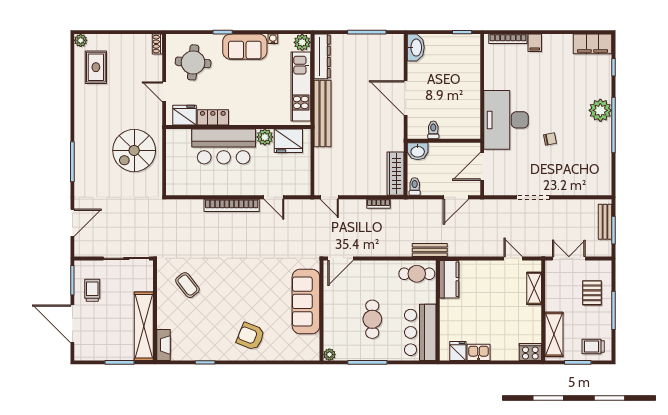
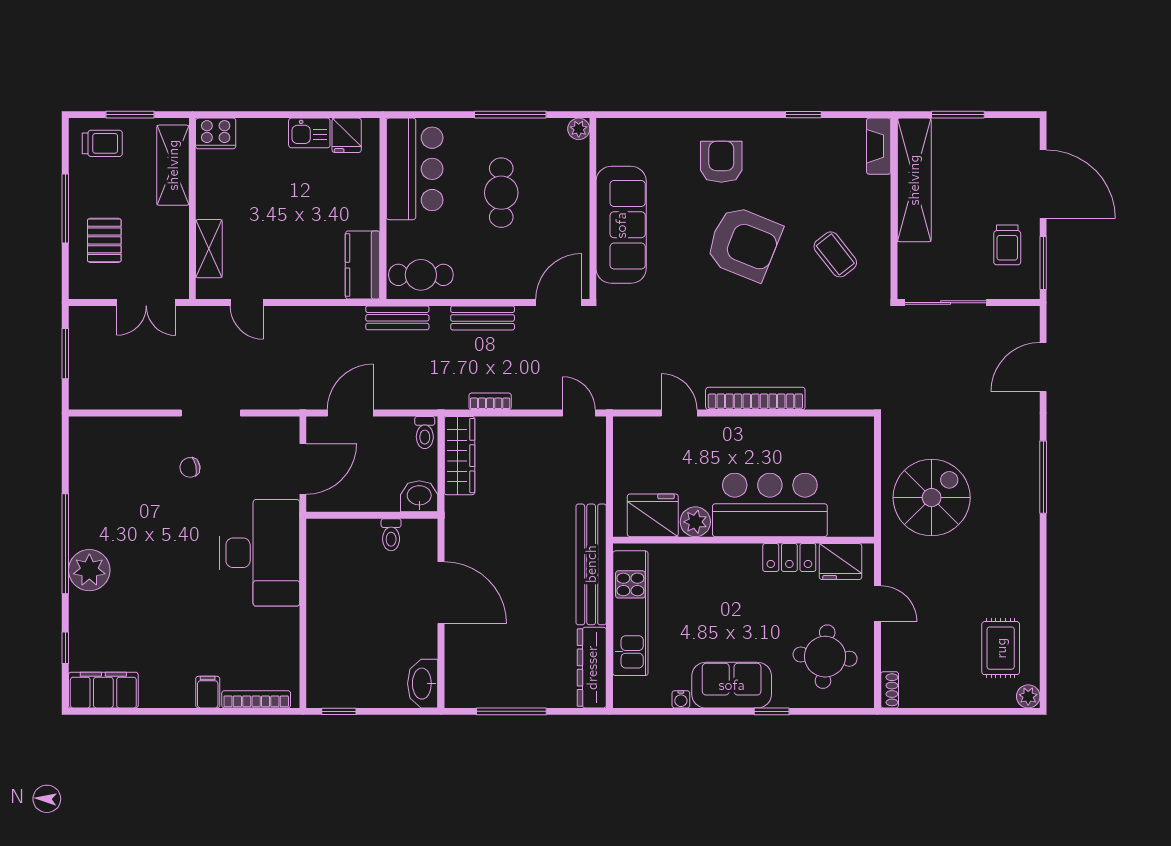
plant: (302, 42) -> (628, 693), removed
chair: (550, 139) -> (190, 467), moved
bench: (605, 222) -> (483, 318), moved, turned 90
armchair: (238, 291) -> (744, 243), added
armchair: (251, 336) -> (721, 162), turned -112

